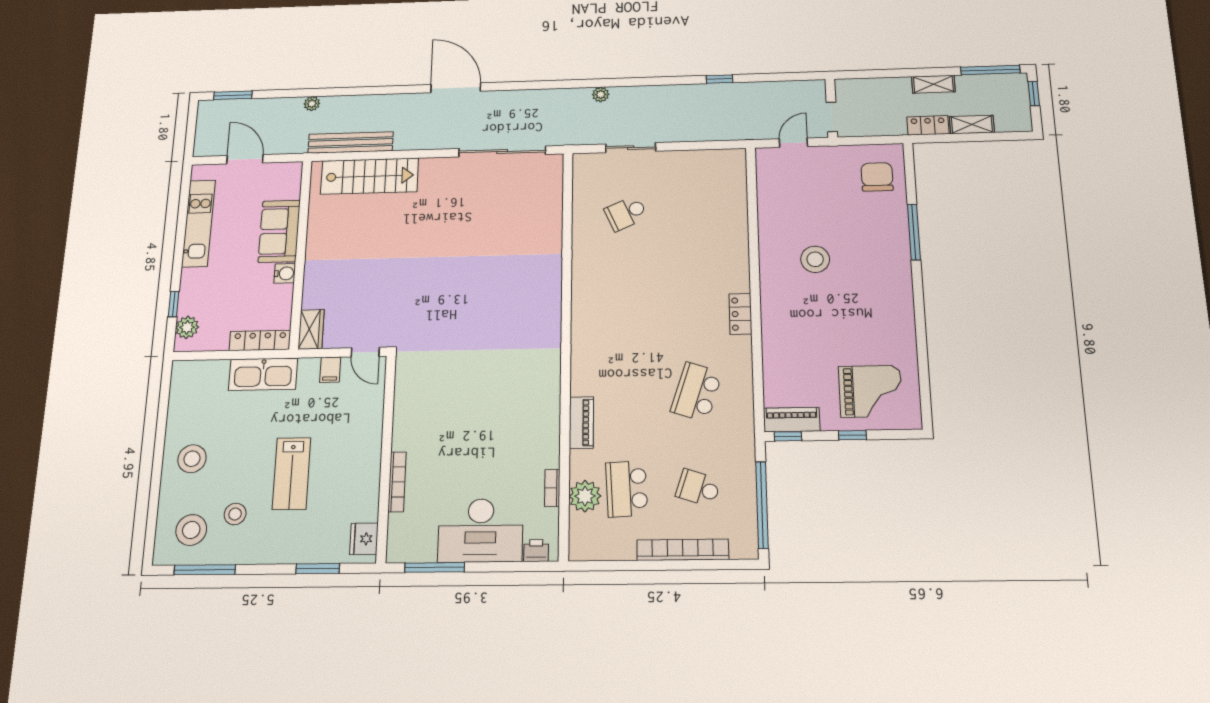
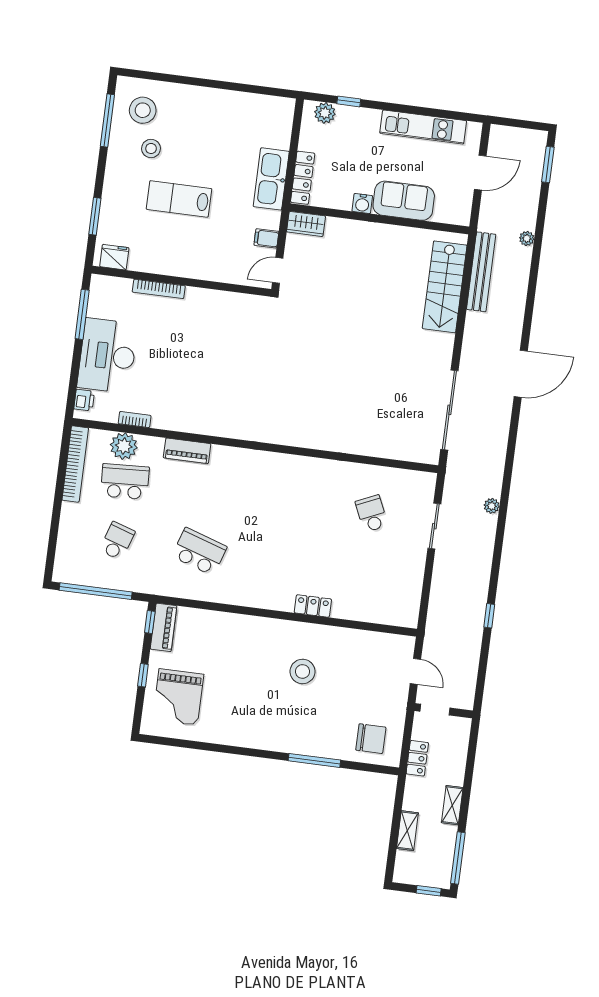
locker: (928, 125) -> (417, 758), moved
locker: (740, 314) -> (313, 606), moved
stool: (192, 459) -> (205, 113), removed
bookcase: (683, 550) -> (75, 464), moved

